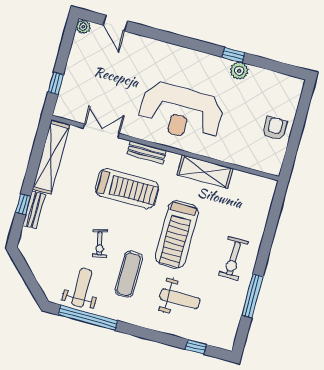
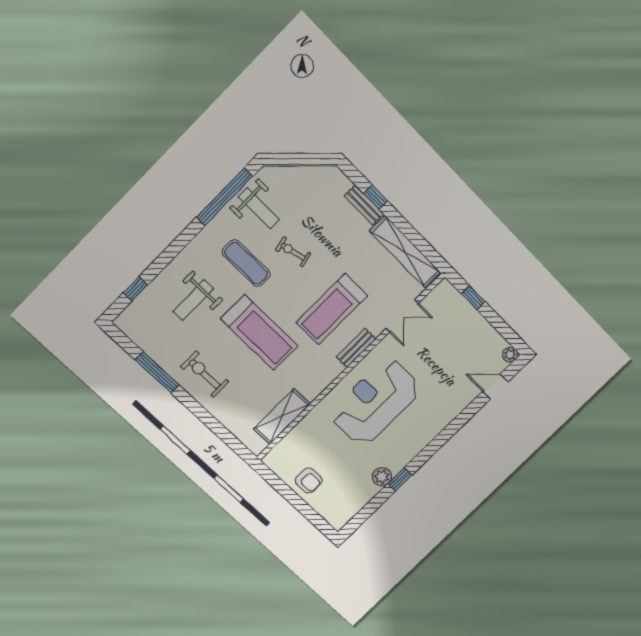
shelving: (205, 172) -> (282, 416), moved
treadmill: (177, 234) -> (259, 332), turned 180

